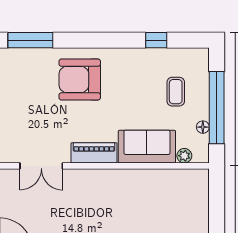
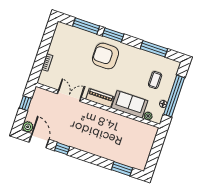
window: (81, 40) -> (113, 35), added
window: (156, 40) -> (154, 49), width x2.17
double door: (41, 166) -> (69, 96), swing flipped

